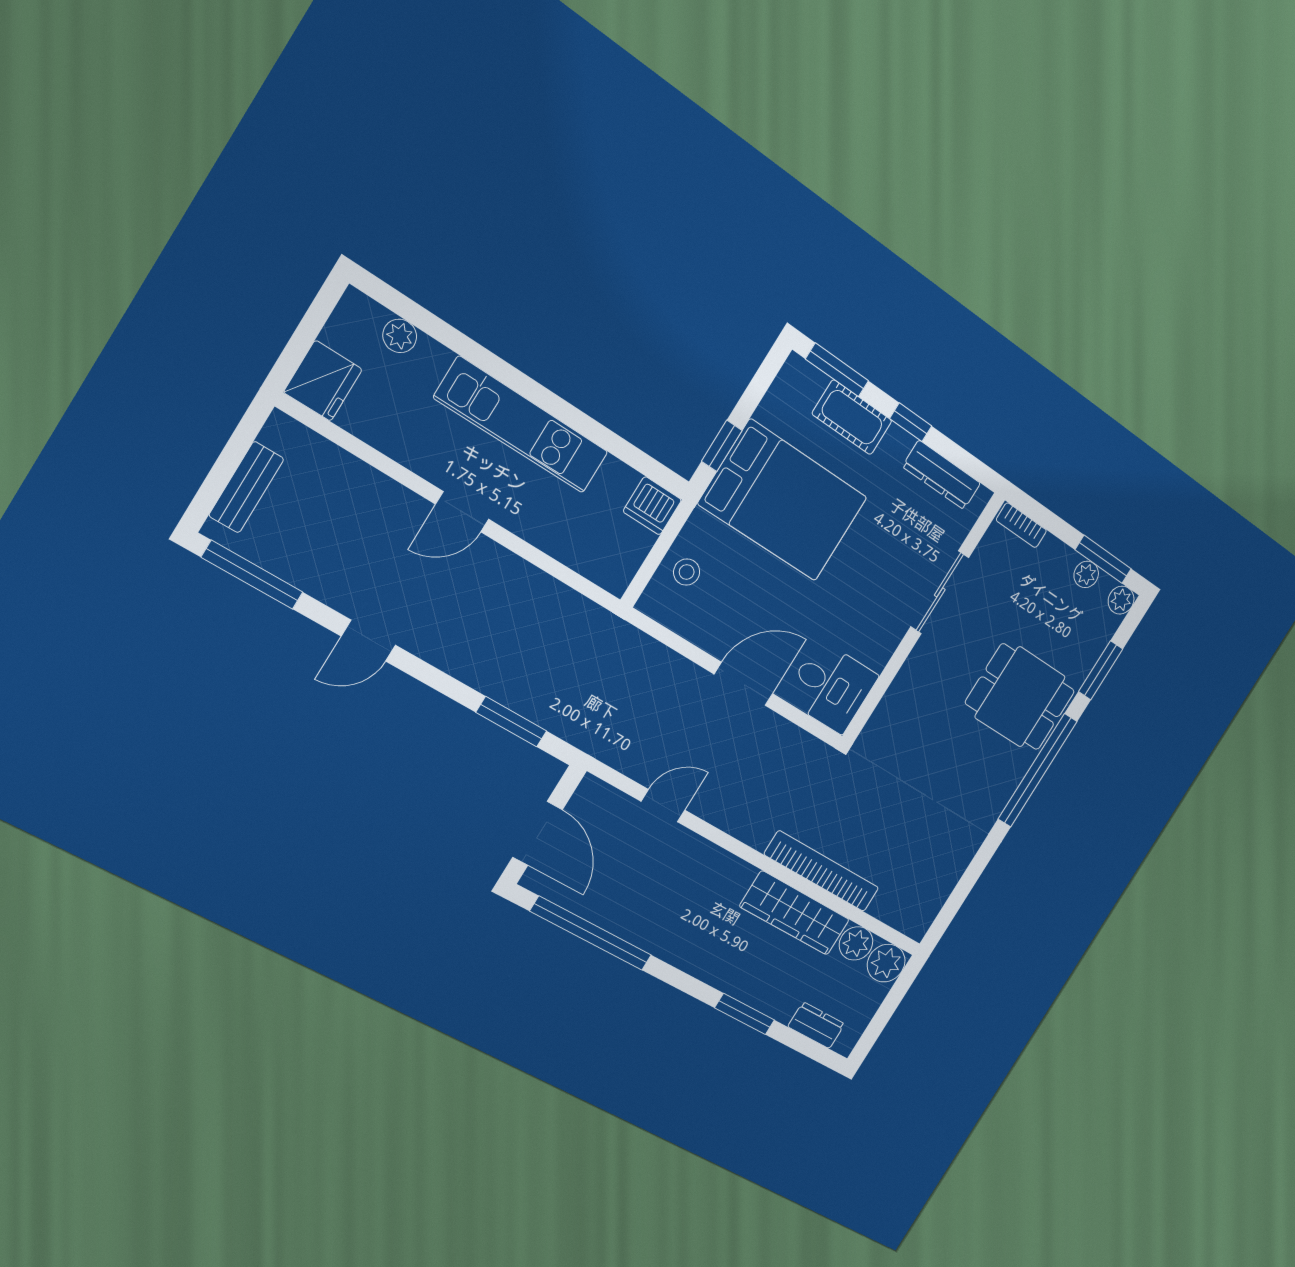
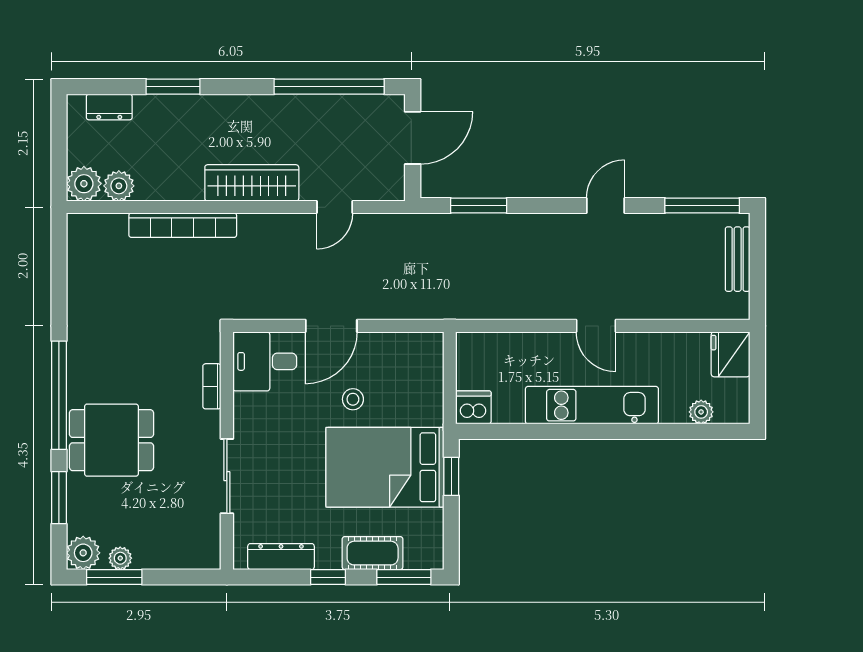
door: (462, 512) -> (596, 326), swing flipped
bookcase: (1021, 525) -> (212, 386), moved, turned -90
stool: (687, 572) -> (353, 399), moved
plant: (1121, 600) -> (83, 553), width x1.38, depth x1.38
door: (537, 833) -> (413, 138), swing flipped
wardrobe: (795, 913) -> (252, 183), moved

